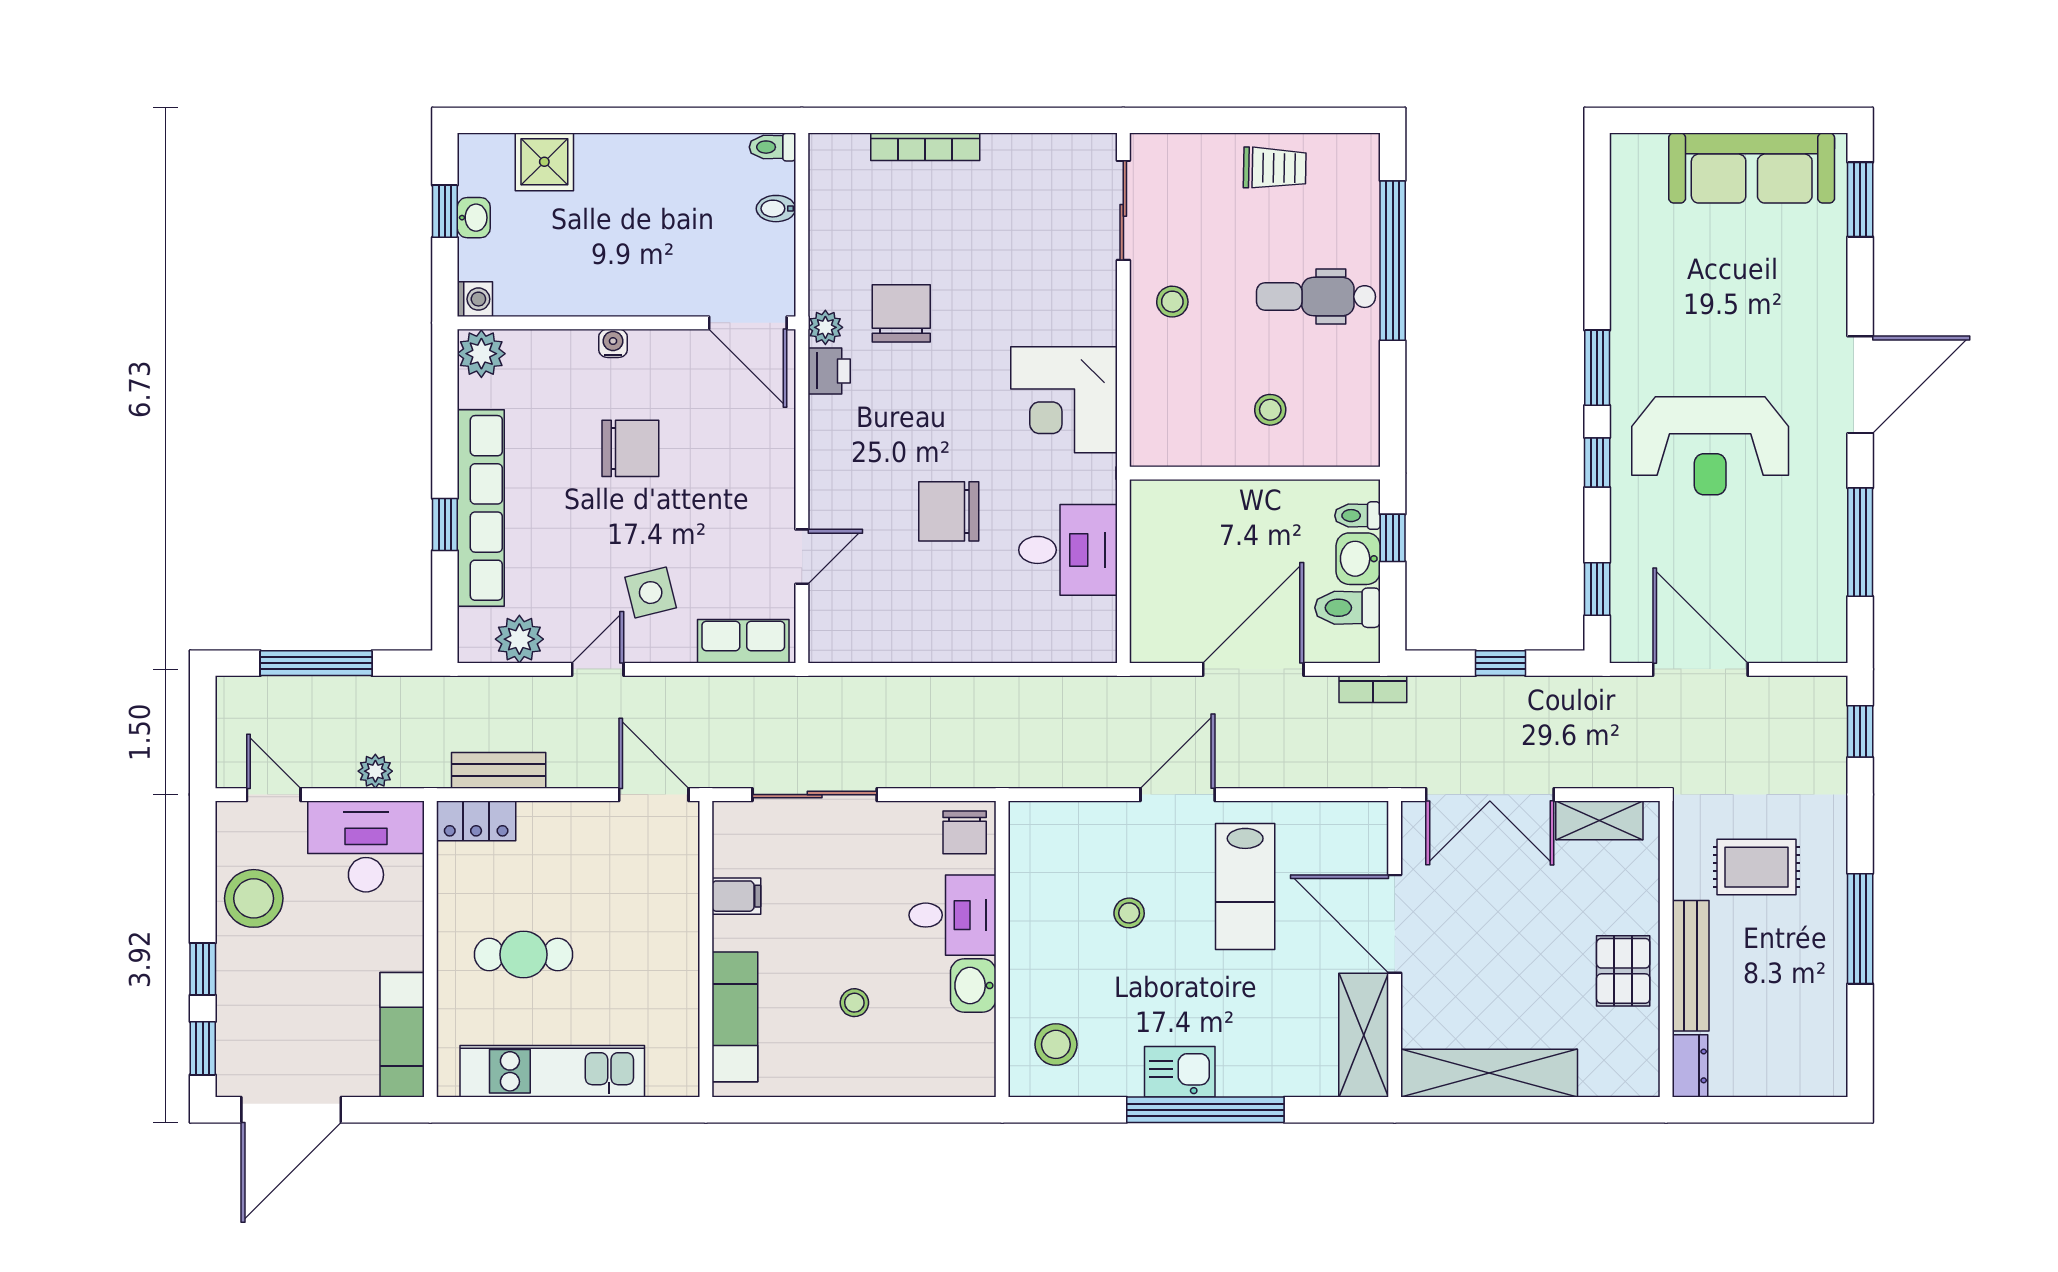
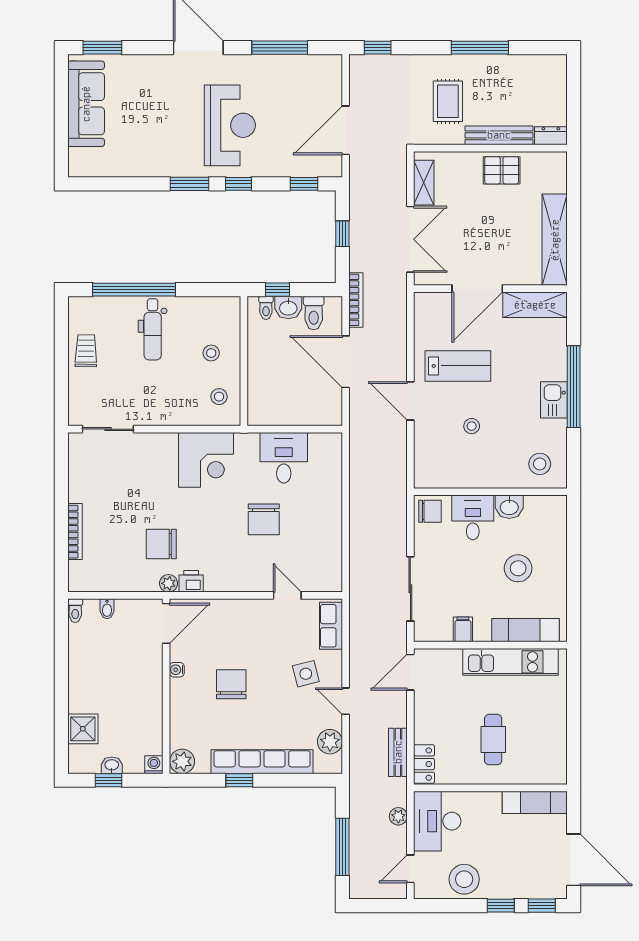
stool: (1172, 302) -> (219, 397), moved
water cooler: (613, 343) -> (177, 670), moved
window: (445, 525) -> (239, 780), moved
bookcase: (1373, 689) -> (356, 300), width x1.56
stool: (854, 1003) -> (518, 568), width x1.89, depth x1.89
kitchen unit: (552, 1071) -> (511, 662), moved, turned -90

